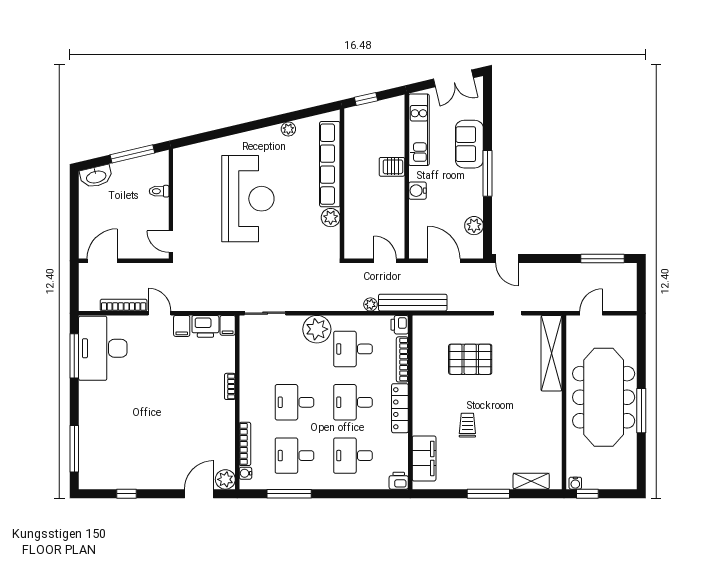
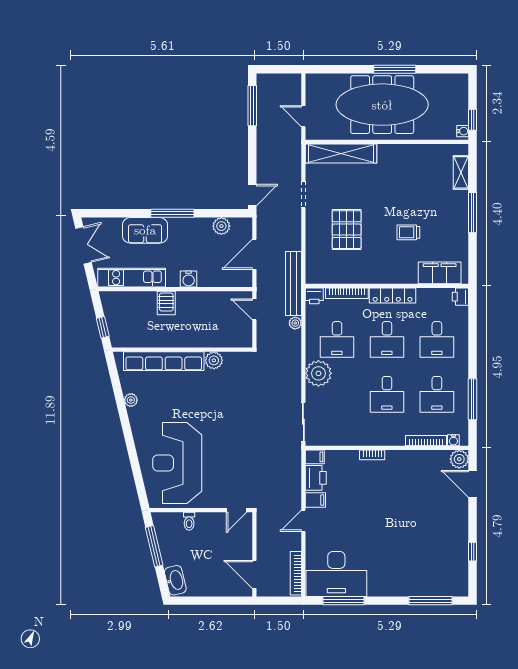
reception desk: (248, 199) -> (177, 463), moved, turned -90
door: (385, 261) -> (254, 309), hinge flipped
bookcase: (124, 305) -> (296, 573), moved

